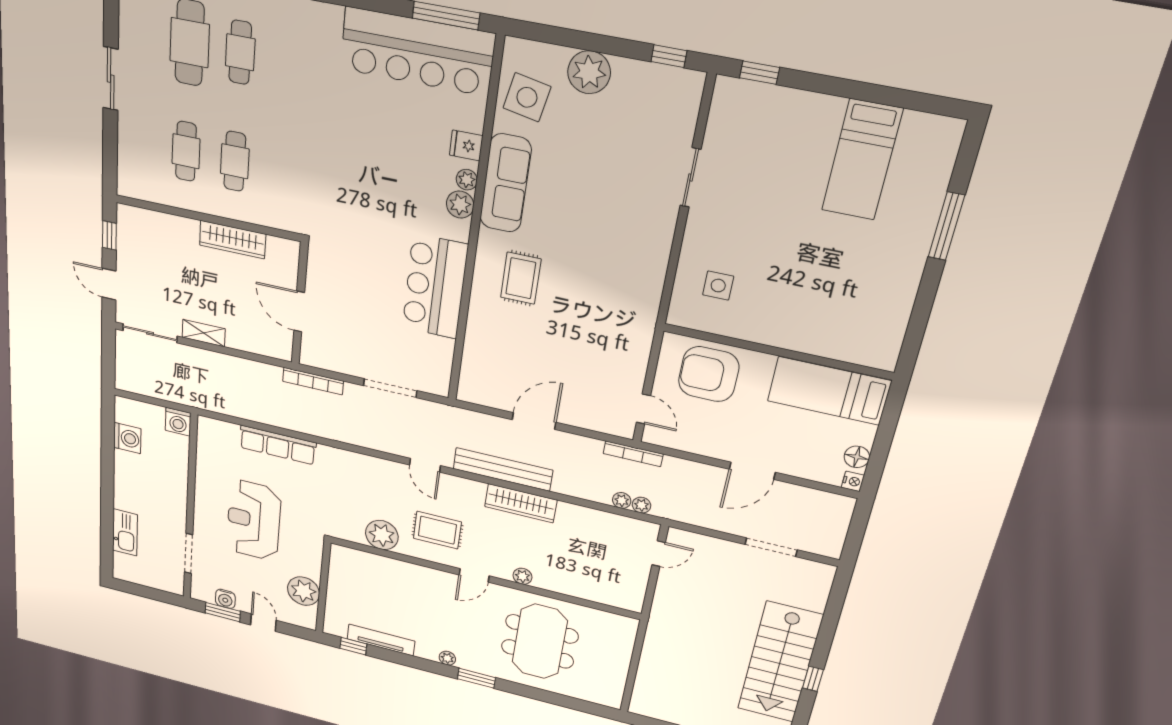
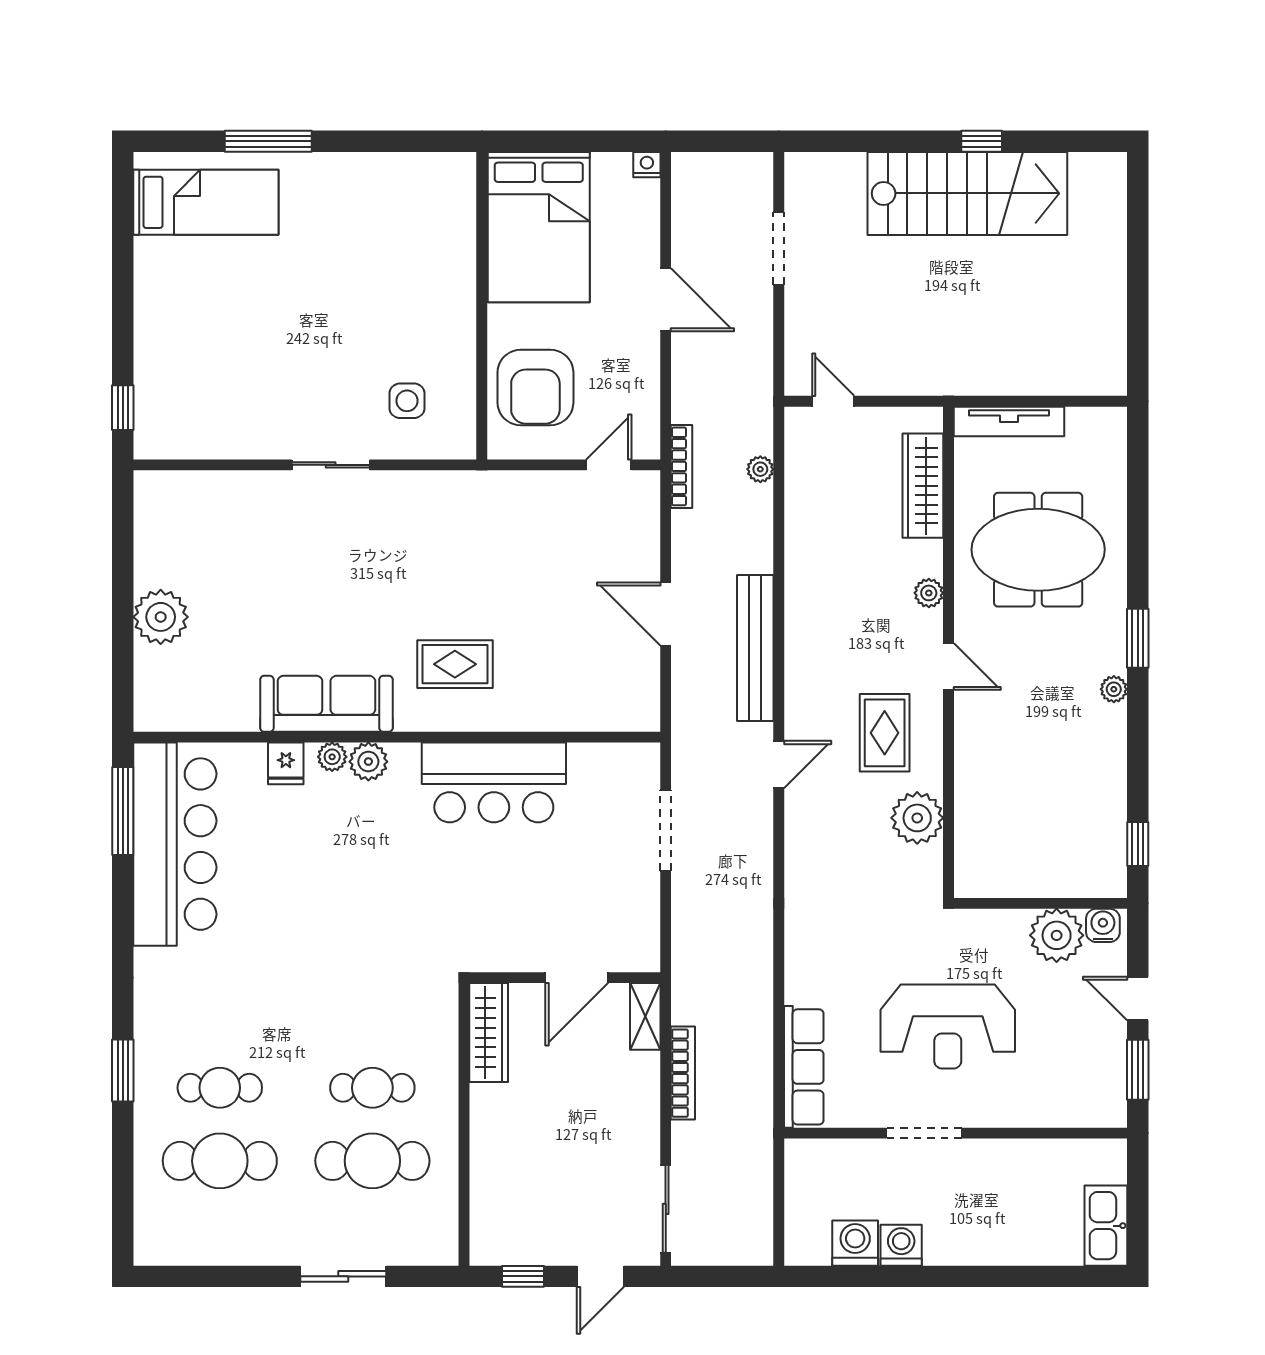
window: (669, 56) -> (123, 521), removed
sliding door: (111, 79) -> (343, 1276), moved
side table: (527, 97) -> (207, 692), removed
cafe table: (186, 151) -> (372, 1161), width x1.37, depth x1.35
bed: (862, 160) -> (206, 202), moved
sliding door: (691, 178) -> (331, 465), moved
wardrobe: (233, 240) -> (489, 1033), moved
shelving: (204, 333) -> (645, 1016), moved
bookcase: (313, 381) -> (683, 1073), moved
bed: (829, 391) -> (539, 227), width x1.50
washing machine: (178, 422) -> (901, 1245), moved, turned -90
row of seats: (278, 445) -> (804, 1067), moved
floor lamp: (857, 457) -> (609, 169), removed
wardrobe: (521, 503) -> (923, 486), moved, turned 180
plant: (641, 505) -> (760, 440), removed
kitchen sink: (125, 532) -> (1106, 1226), moved, turned -90
doorway: (189, 554) -> (924, 1133), moved
water cooler: (225, 599) -> (1103, 925), moved, turned -90
door: (263, 623) -> (1138, 999), hinge flipped
tv unit: (381, 640) -> (1009, 421), moved, turned -90

